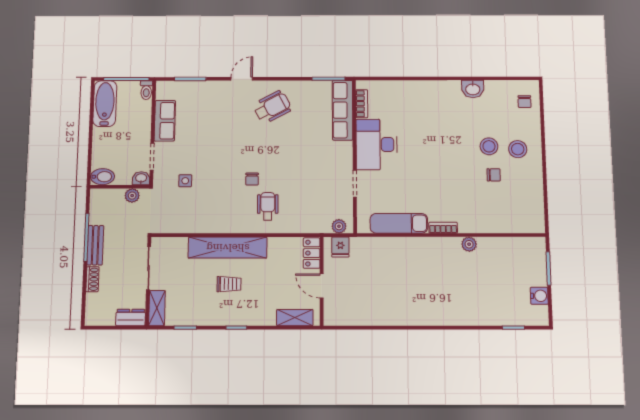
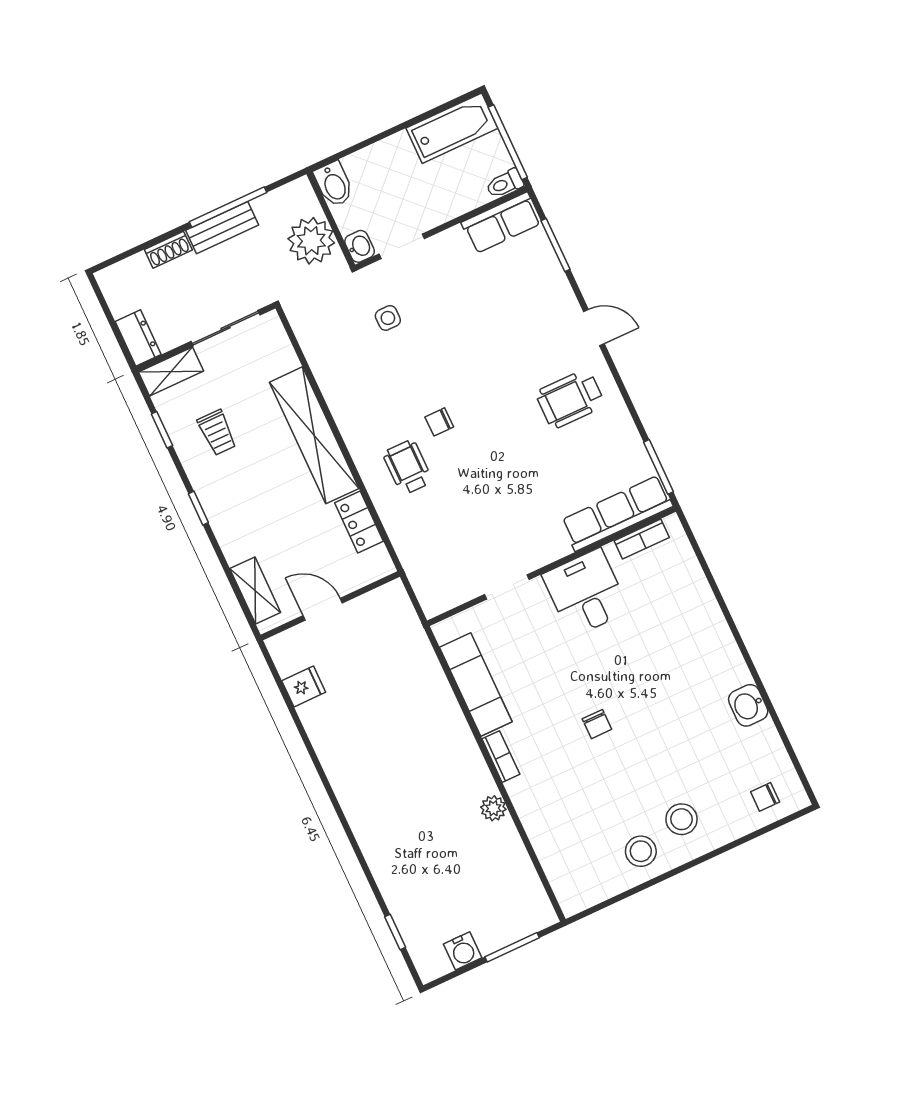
wheelchair: (272, 107) -> (570, 399), turned 118
row of seats: (165, 121) -> (501, 223), moved
desk: (377, 144) -> (586, 593), width x0.73
stool: (489, 146) -> (641, 851), moved
chair: (494, 175) -> (597, 724), moved
plant: (132, 196) -> (311, 241), width x1.87, depth x1.87
wheelchair: (268, 206) -> (408, 467), turned -90
plant: (339, 226) -> (428, 593), removed
fridge: (340, 247) -> (304, 686), moved, turned 180
locker: (312, 253) -> (359, 522), moved, turned -90
trolley: (229, 284) -> (217, 433), moved
door: (322, 286) -> (323, 609), hinge flipped

